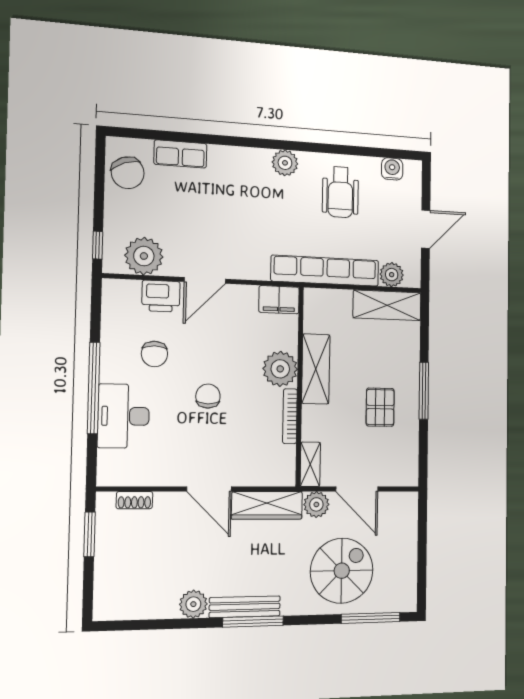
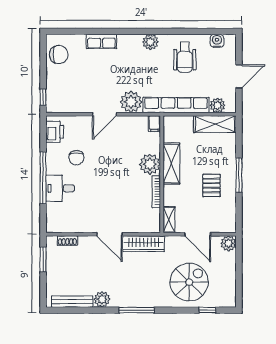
row of seats: (180, 154) -> (102, 41), moved
chair: (128, 173) -> (59, 55), turned -73
plant: (144, 256) -> (131, 102), moved
printer: (161, 296) -> (55, 132), moved, turned -90
filing cabinet: (279, 300) -> (154, 124), width x0.50
chair: (208, 396) -> (108, 181), removed
desk: (124, 416) -> (60, 188), width x0.73
plant: (316, 504) -> (229, 243), moved
bench: (245, 607) -> (72, 302), moved
window: (371, 618) -> (207, 310), width x0.46

